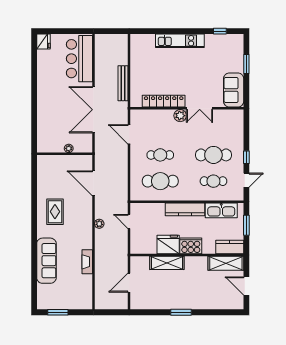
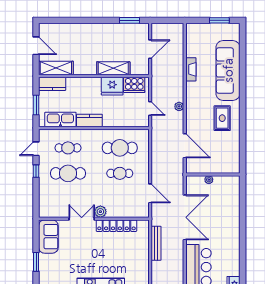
kitchen counter: (185, 209) -> (89, 120), width x0.67
cooker: (191, 246) -> (134, 85), moved
sofa: (46, 261) -> (228, 70), width x1.36, depth x1.27
window: (181, 312) -> (130, 20), moved

